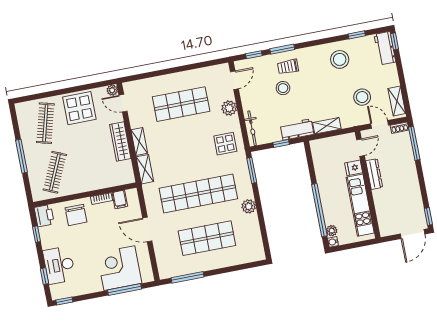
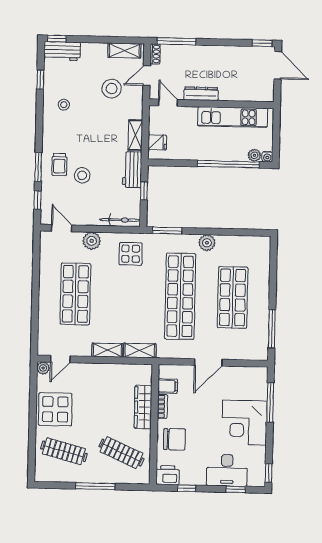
stool: (340, 59) -> (64, 105), width x0.53, depth x0.53
wardrobe: (120, 141) -> (143, 407), moved, turned 90
fridge: (354, 168) -> (157, 142), moved, turned -90
corner desk: (119, 268) -> (244, 423), moved

